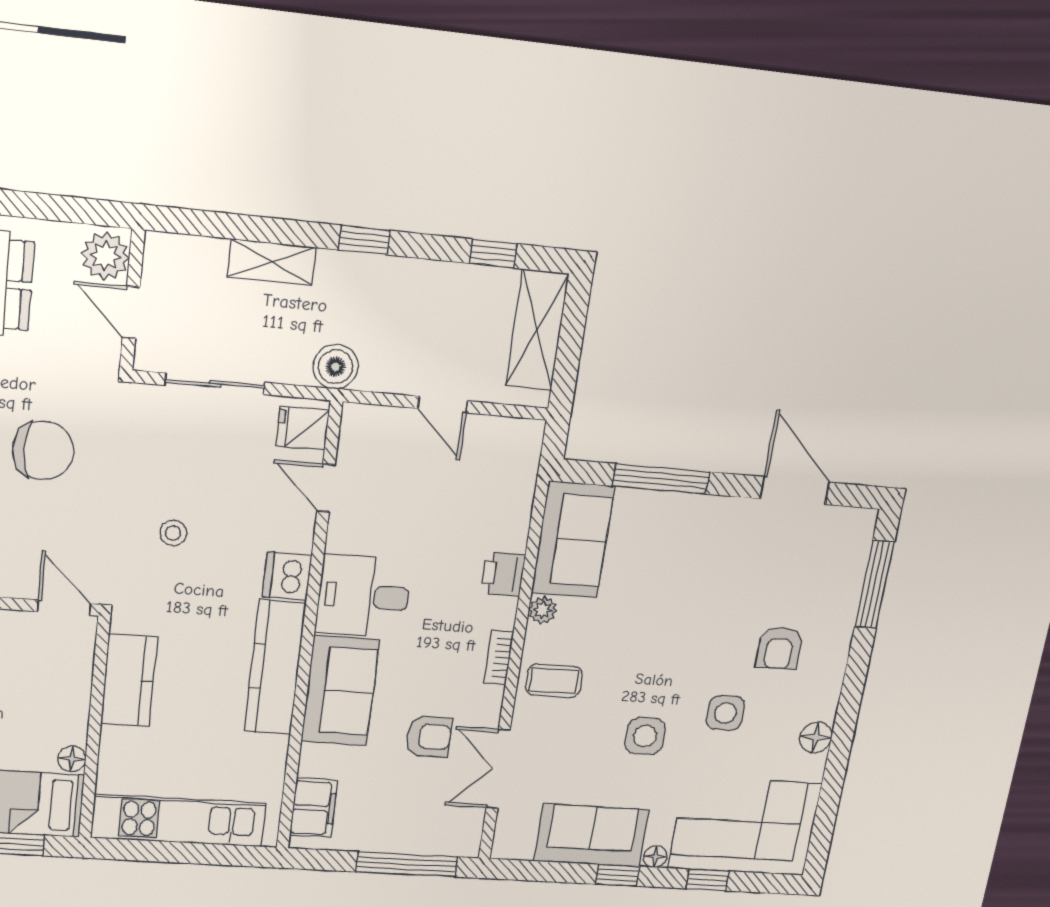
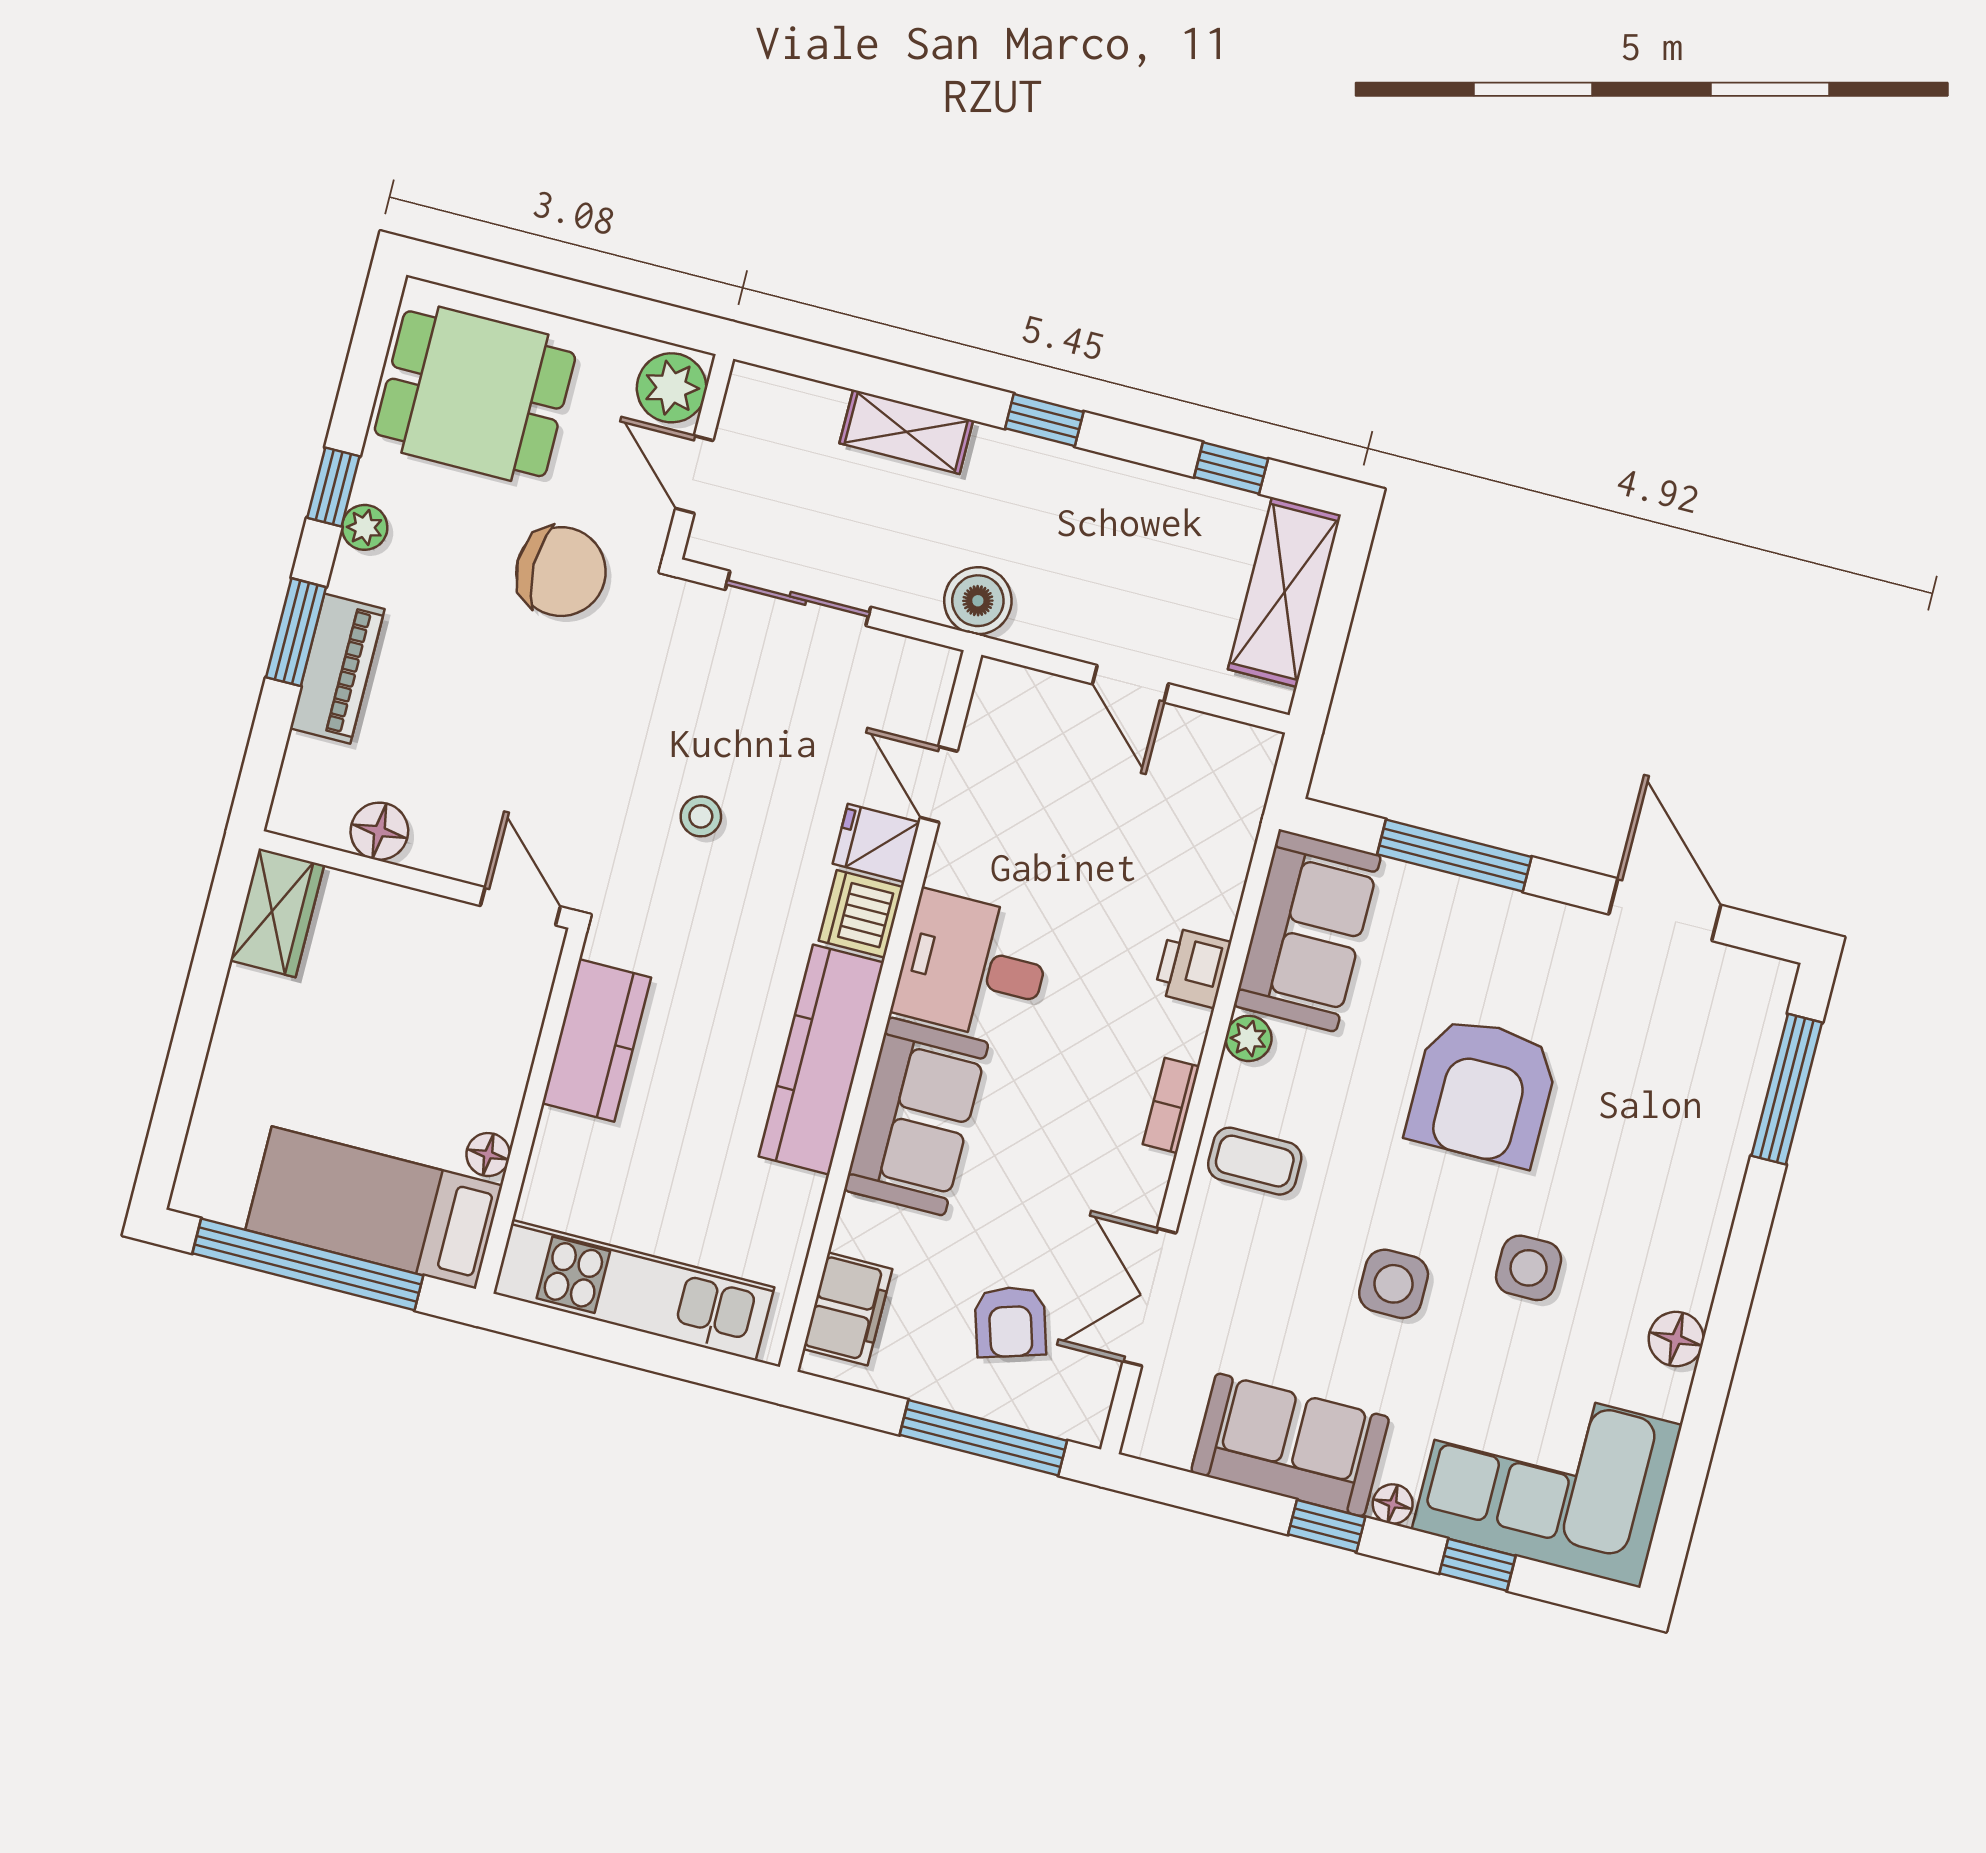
fridge: (303, 428) -> (876, 843), moved
chair: (43, 451) -> (561, 572), moved
armchair: (779, 648) -> (1483, 1091), moved, width x1.88, depth x1.88
armchair: (429, 737) -> (1010, 1322), moved, turned 73

